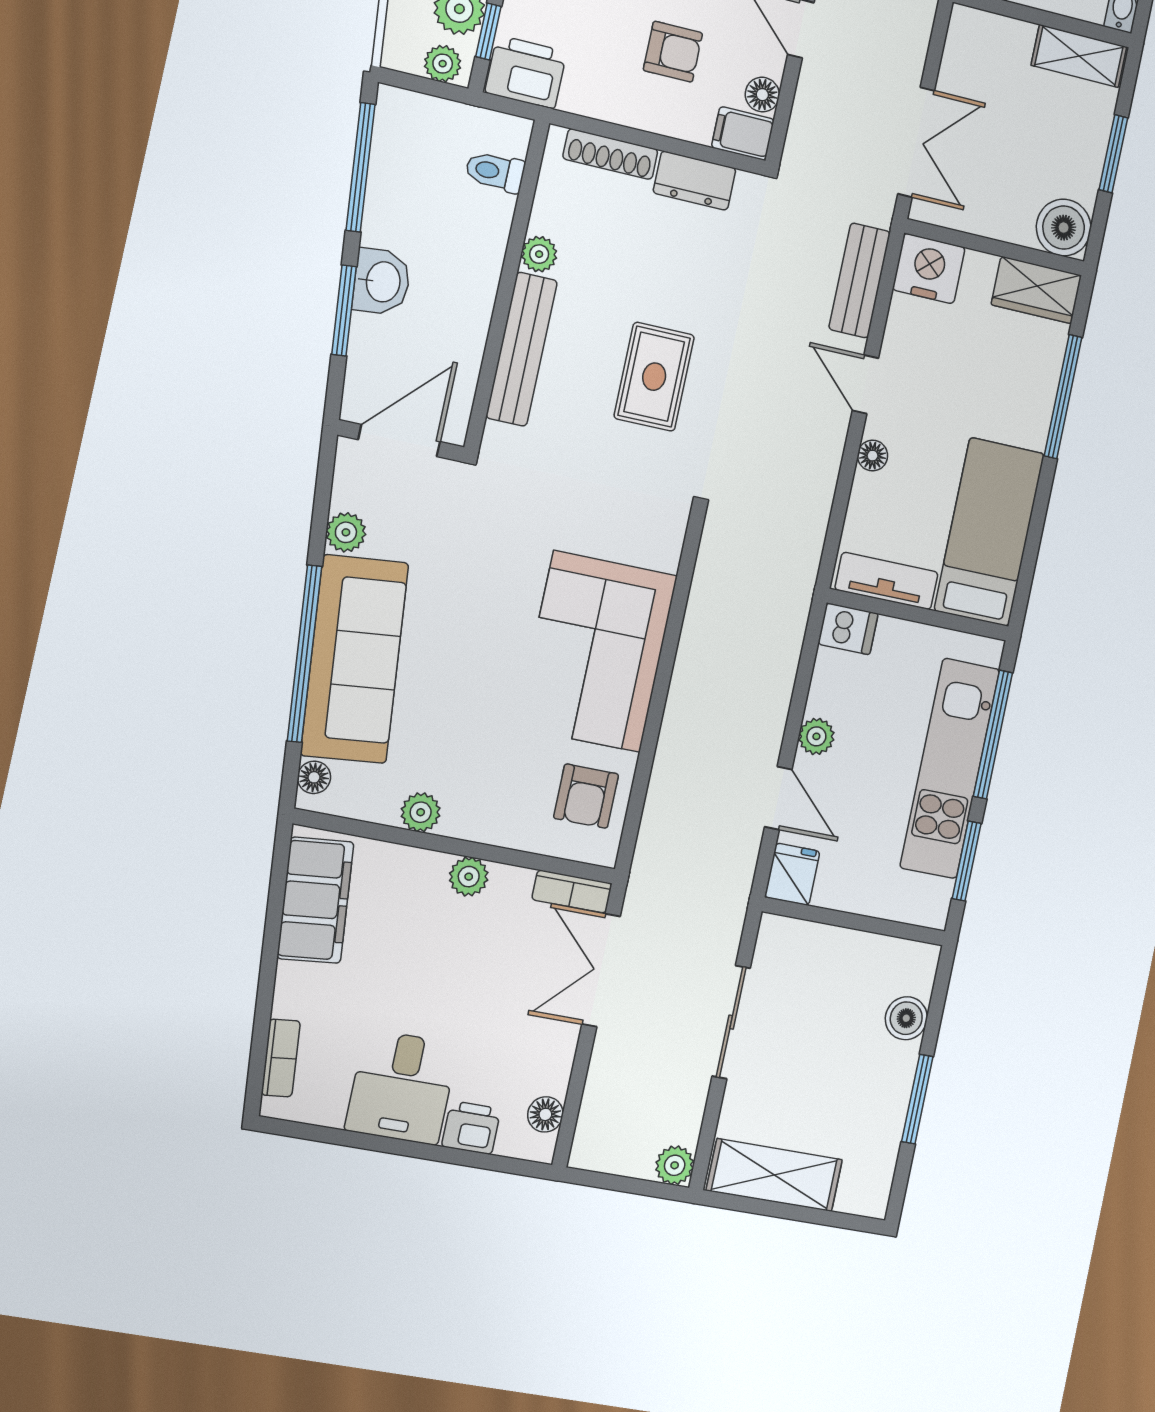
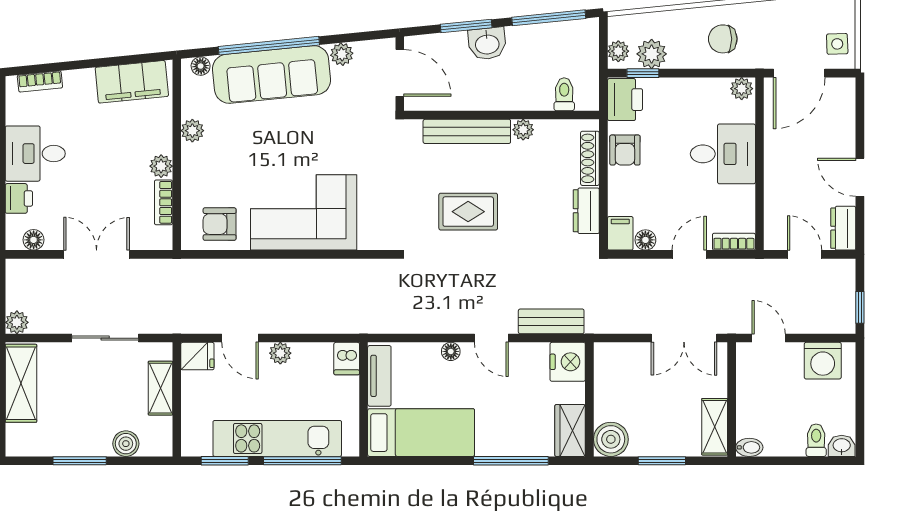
armchair: (673, 52) -> (625, 150), moved
double door: (916, 142) -> (684, 338), moved
door: (865, 384) -> (491, 338), swing flipped
door: (778, 798) -> (240, 338), hinge flipped
bookcase: (572, 891) -> (164, 202), moved
shelving: (830, 945) -> (160, 388), added
double door: (601, 970) -> (97, 254), moved

